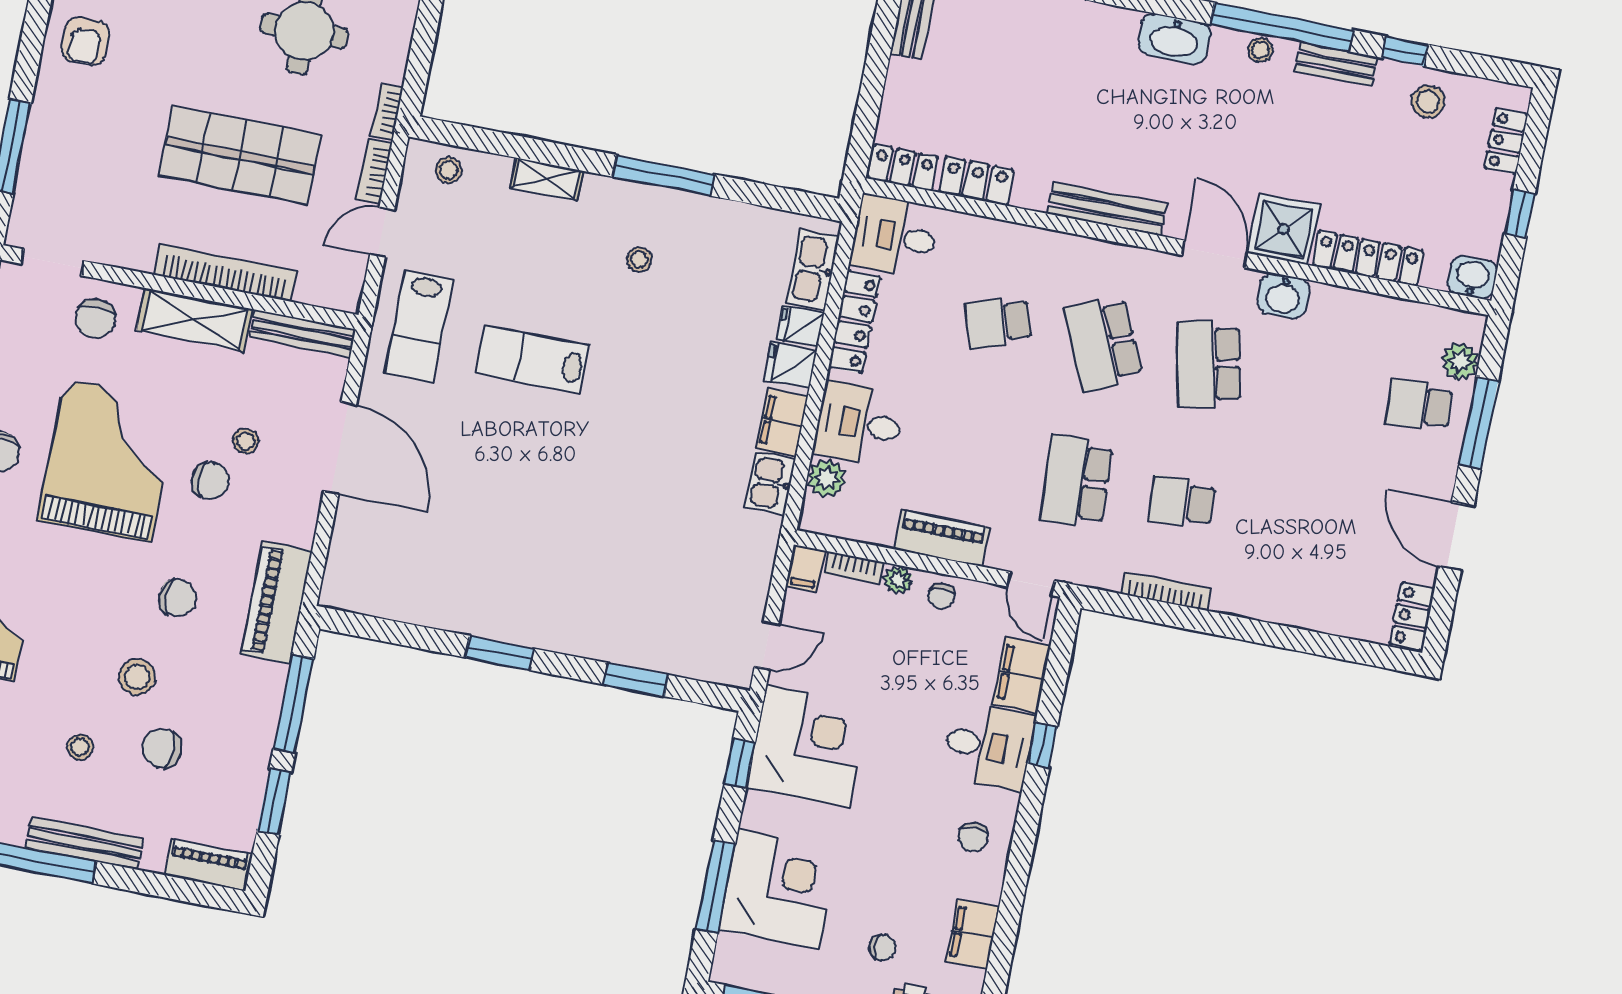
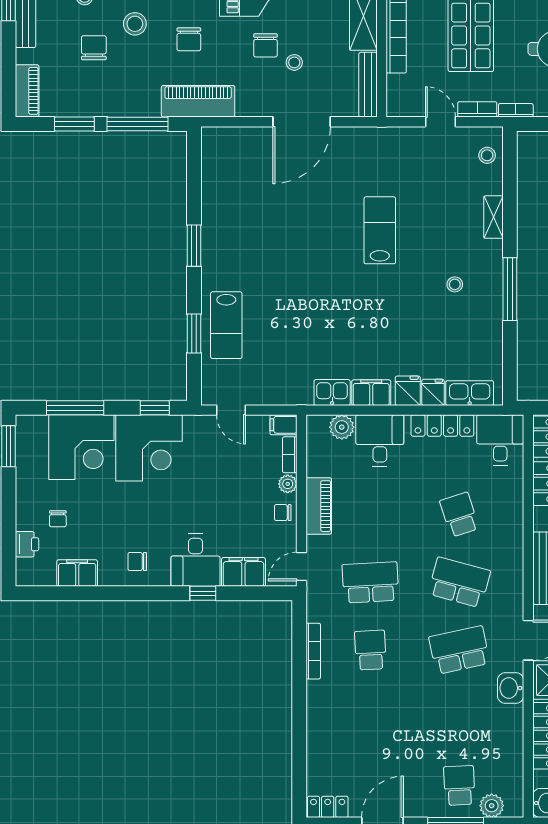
lab bench: (419, 327) -> (226, 325), moved, turned -90
school desk: (1104, 343) -> (459, 582), turned 39
corner desk: (808, 746) -> (149, 448), moved

